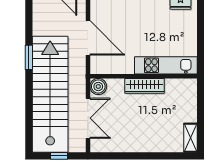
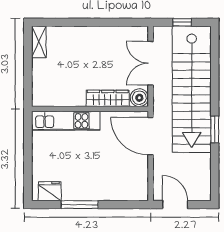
door: (88, 38) -> (151, 136), moved
wardrobe: (145, 86) -> (108, 98), moved

